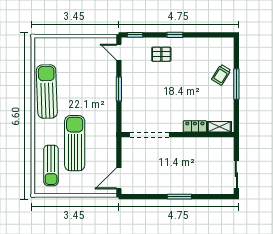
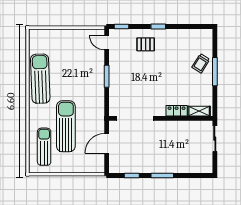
sun lounger: (51, 165) -> (44, 147), turned 180
sliding door: (236, 175) -> (215, 139), moved
door: (119, 178) -> (107, 143), moved
window: (146, 197) -> (132, 175), added

